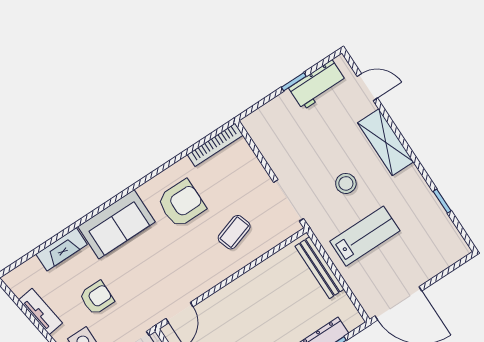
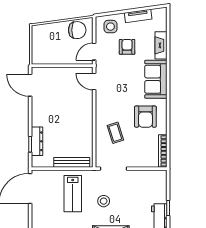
armchair: (97, 298) -> (127, 47), turned 180

